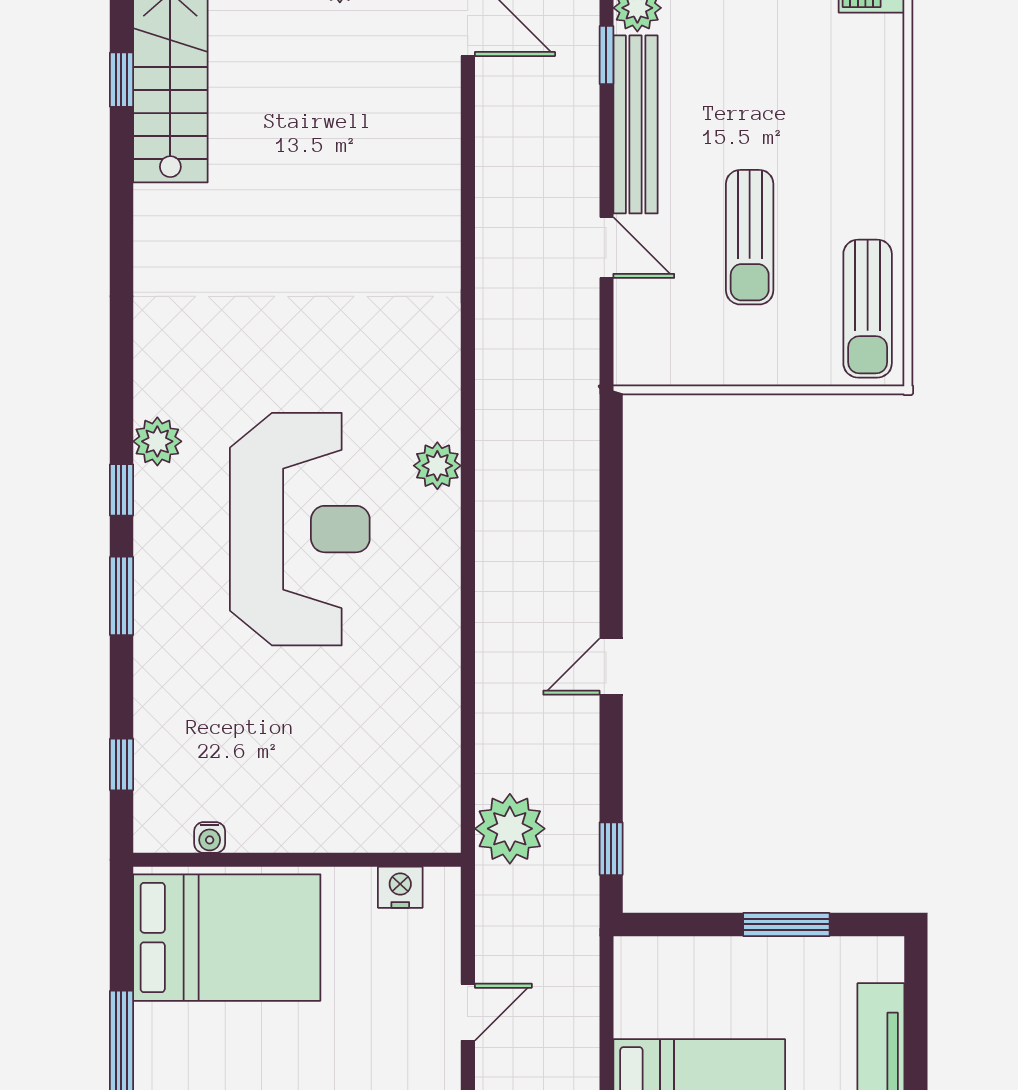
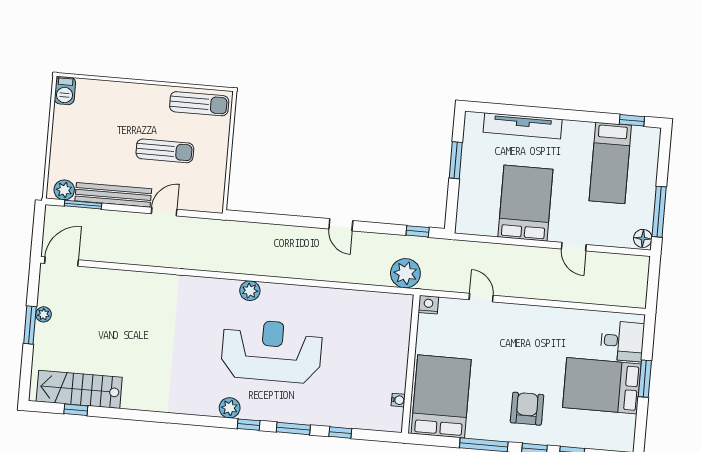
window: (606, 55) -> (83, 205), width x1.50
window: (121, 764) -> (340, 433), moved
nightstand: (400, 887) -> (428, 305), moved, turned 90

